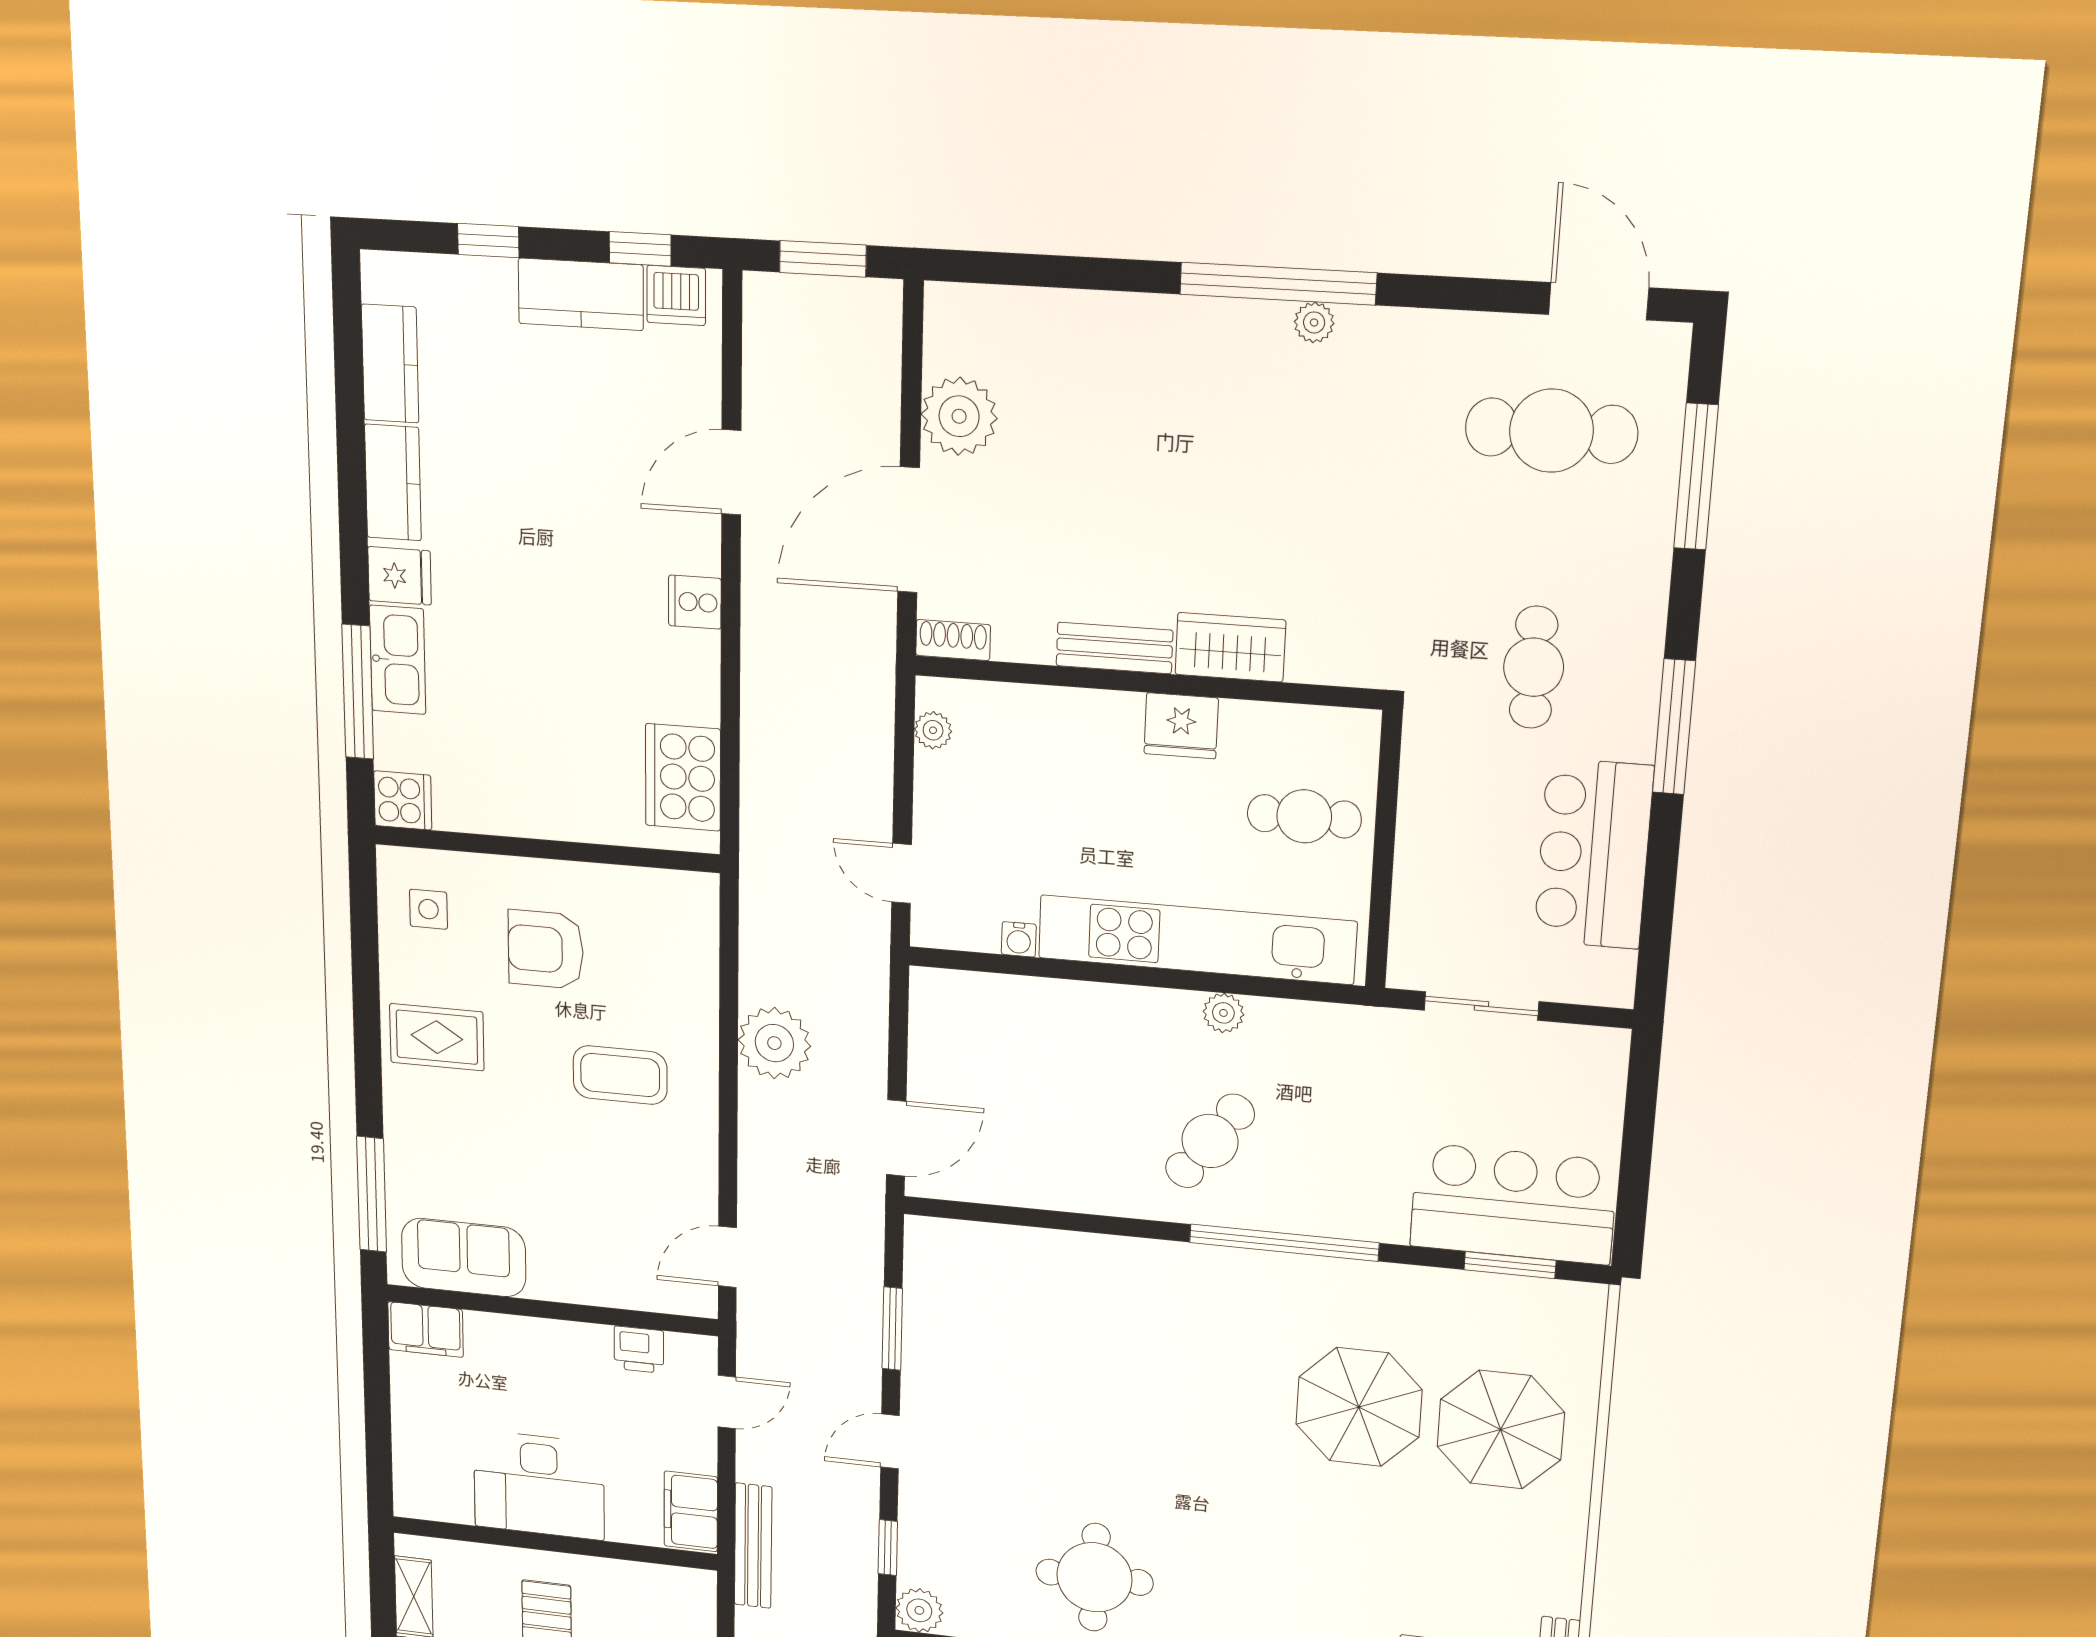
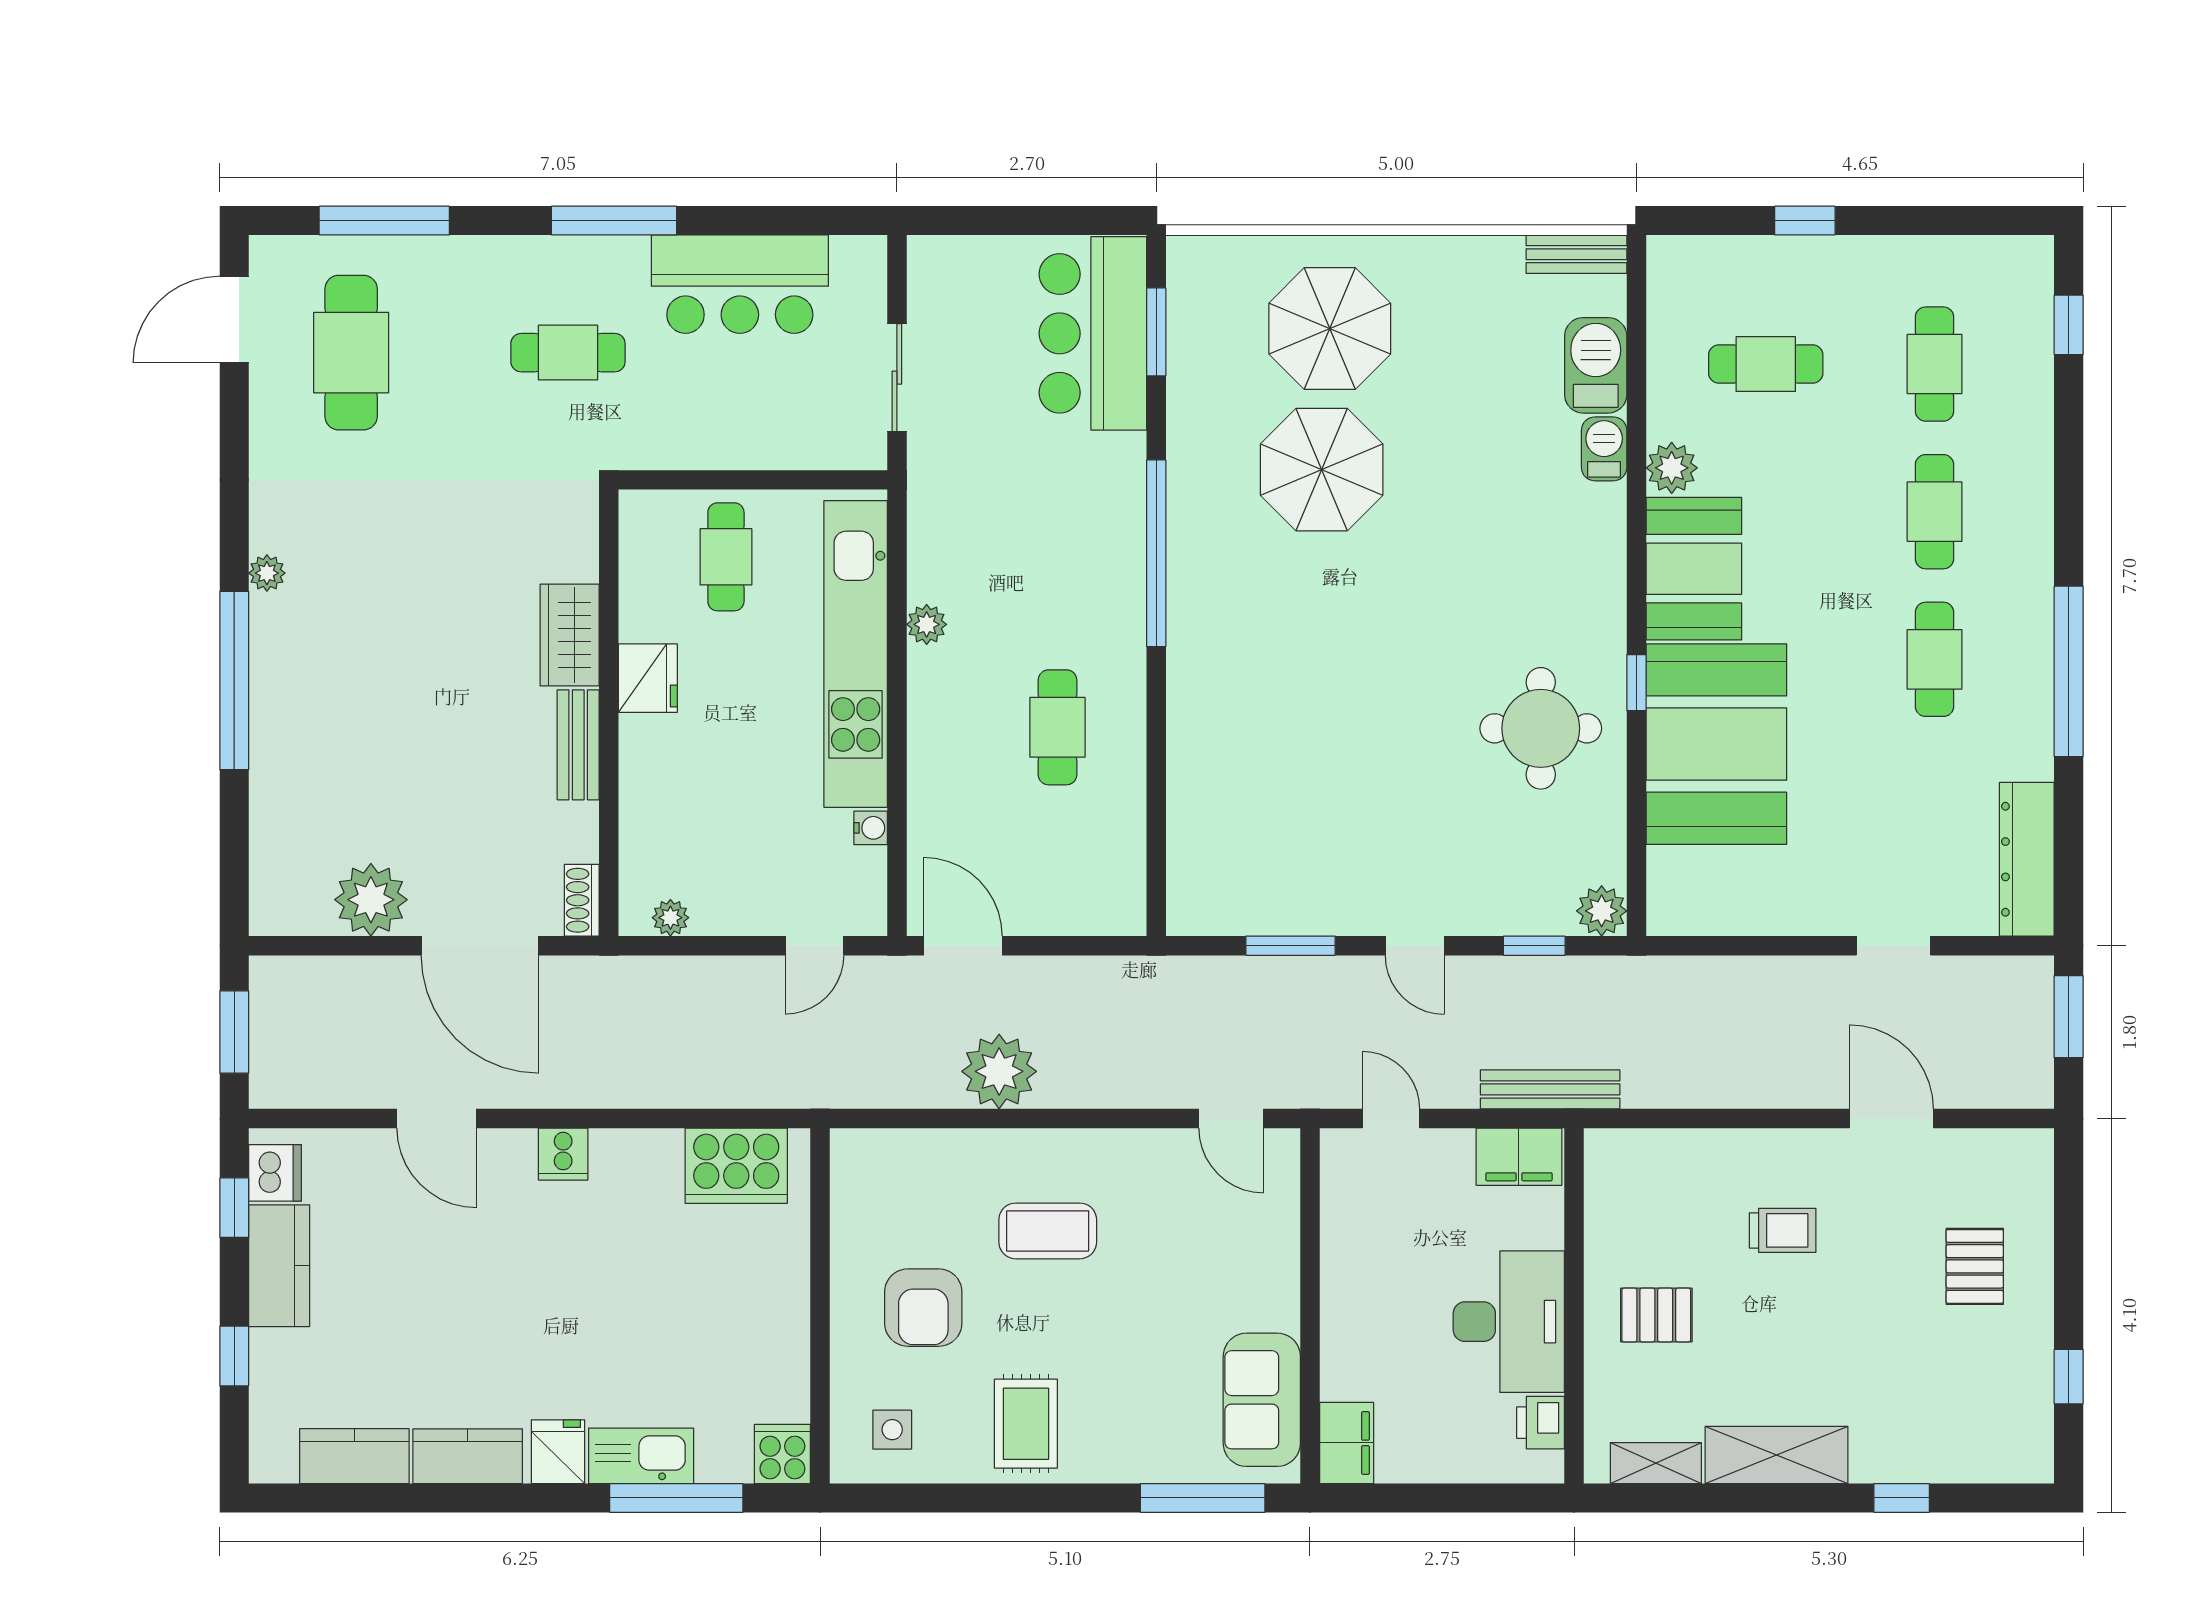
window: (1278, 284) -> (234, 680), moved
coffee table: (620, 1075) -> (1048, 1231), turned 90
door: (896, 1138) -> (963, 946), moved
cafe table: (1210, 1141) -> (1058, 727), moved, turned 54
printer: (639, 1350) -> (1541, 1423), moved, turned 180

